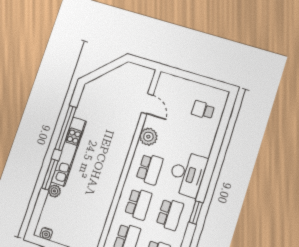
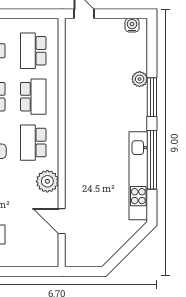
kitchen unit: (69, 152) -> (138, 176), moved
school desk: (138, 204) -> (33, 97), turned 180

